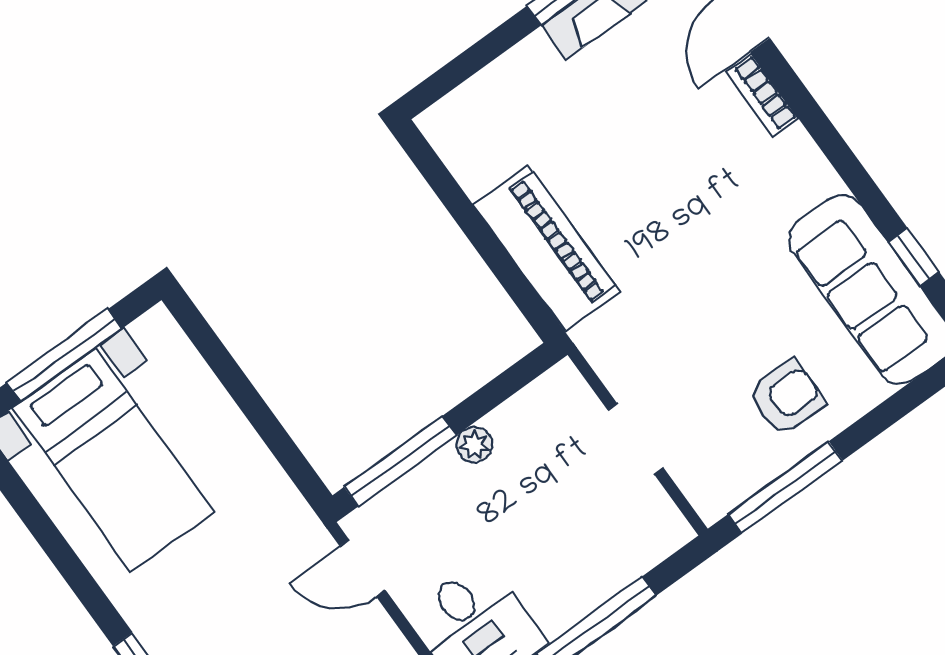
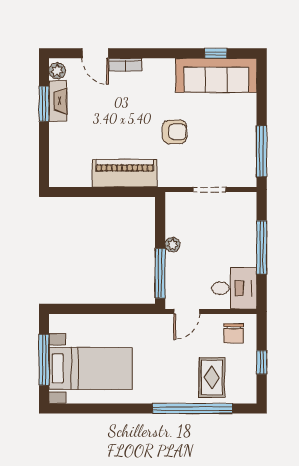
armchair: (787, 397) -> (174, 132), moved, turned 90

